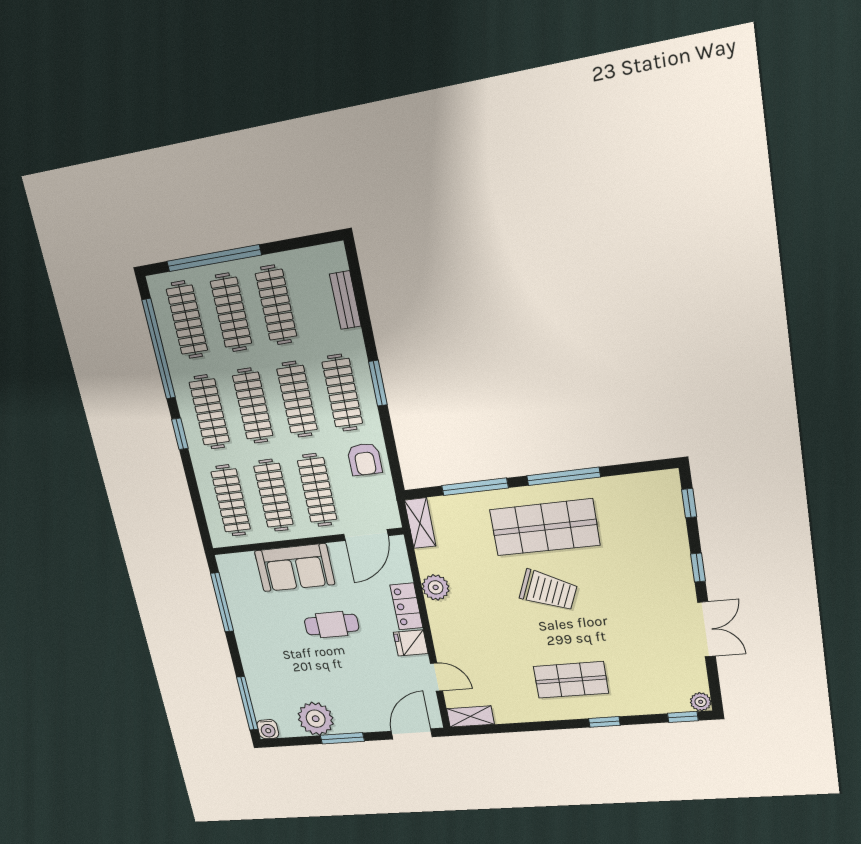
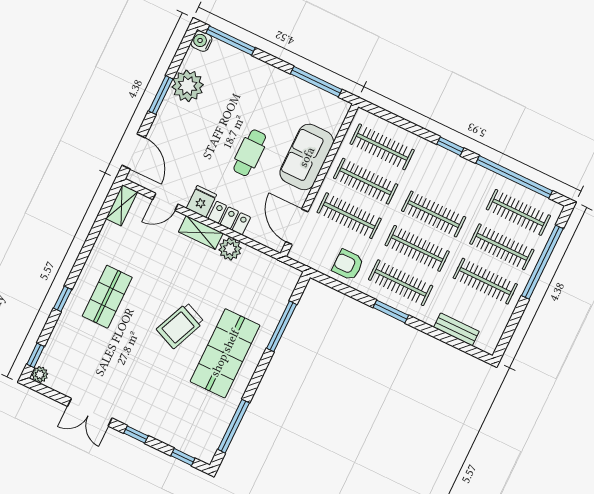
clothes rail: (209, 412) -> (450, 180), removed
window: (563, 476) -> (234, 426), moved
shelving: (420, 523) -> (201, 232), moved

